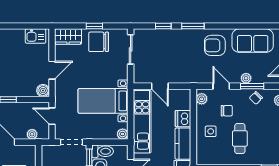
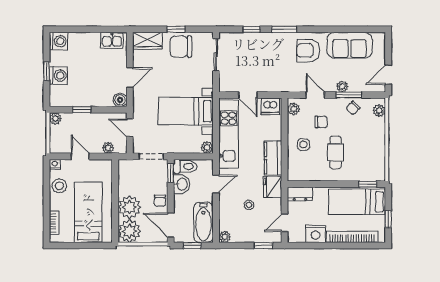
dishwasher: (183, 119) -> (270, 106), moved, turned -90

